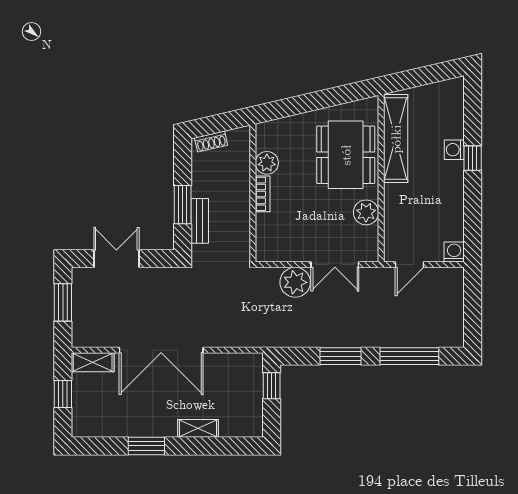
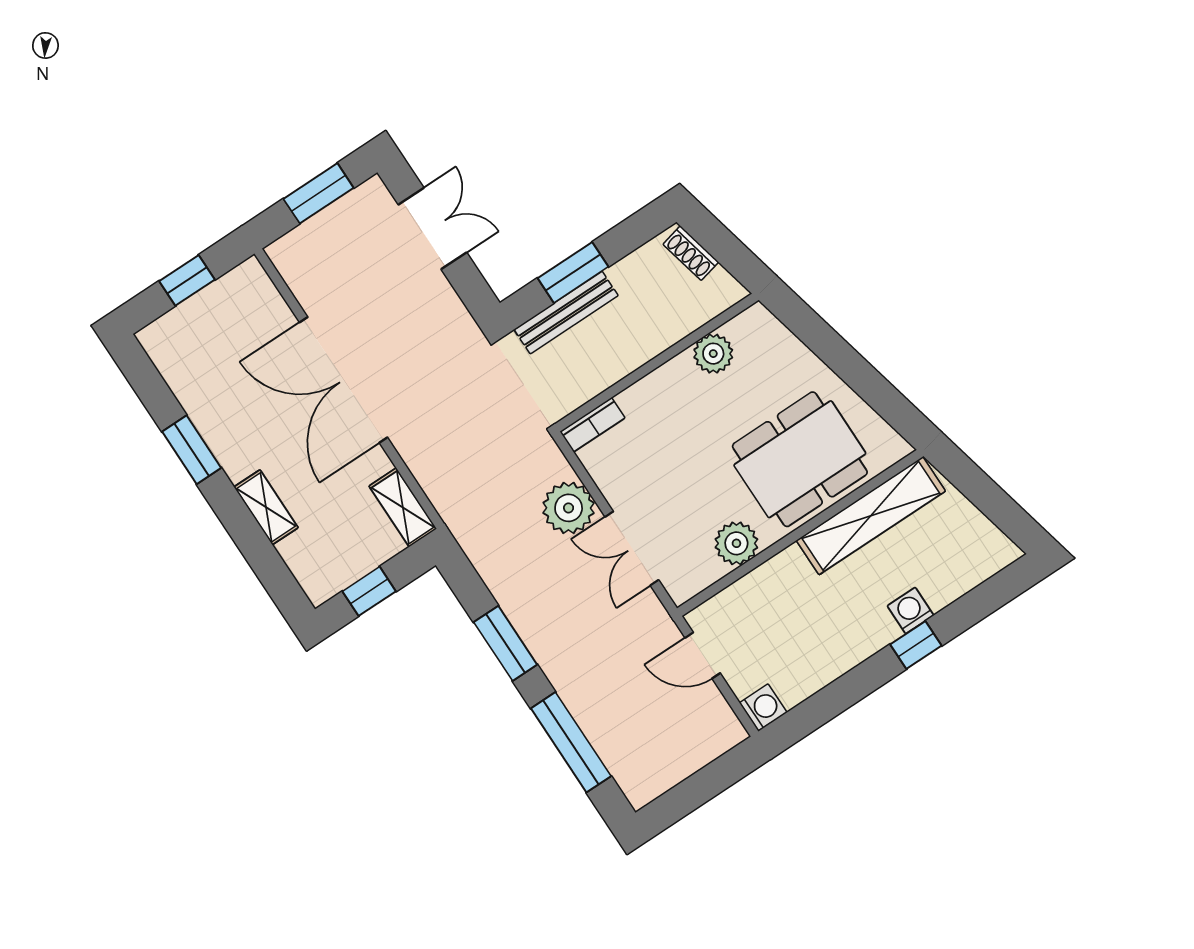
bookcase: (263, 194) -> (593, 425), moved
bench: (200, 221) -> (566, 313), width x1.36
shelving: (93, 362) -> (403, 507), moved
window: (272, 386) -> (369, 591), moved

